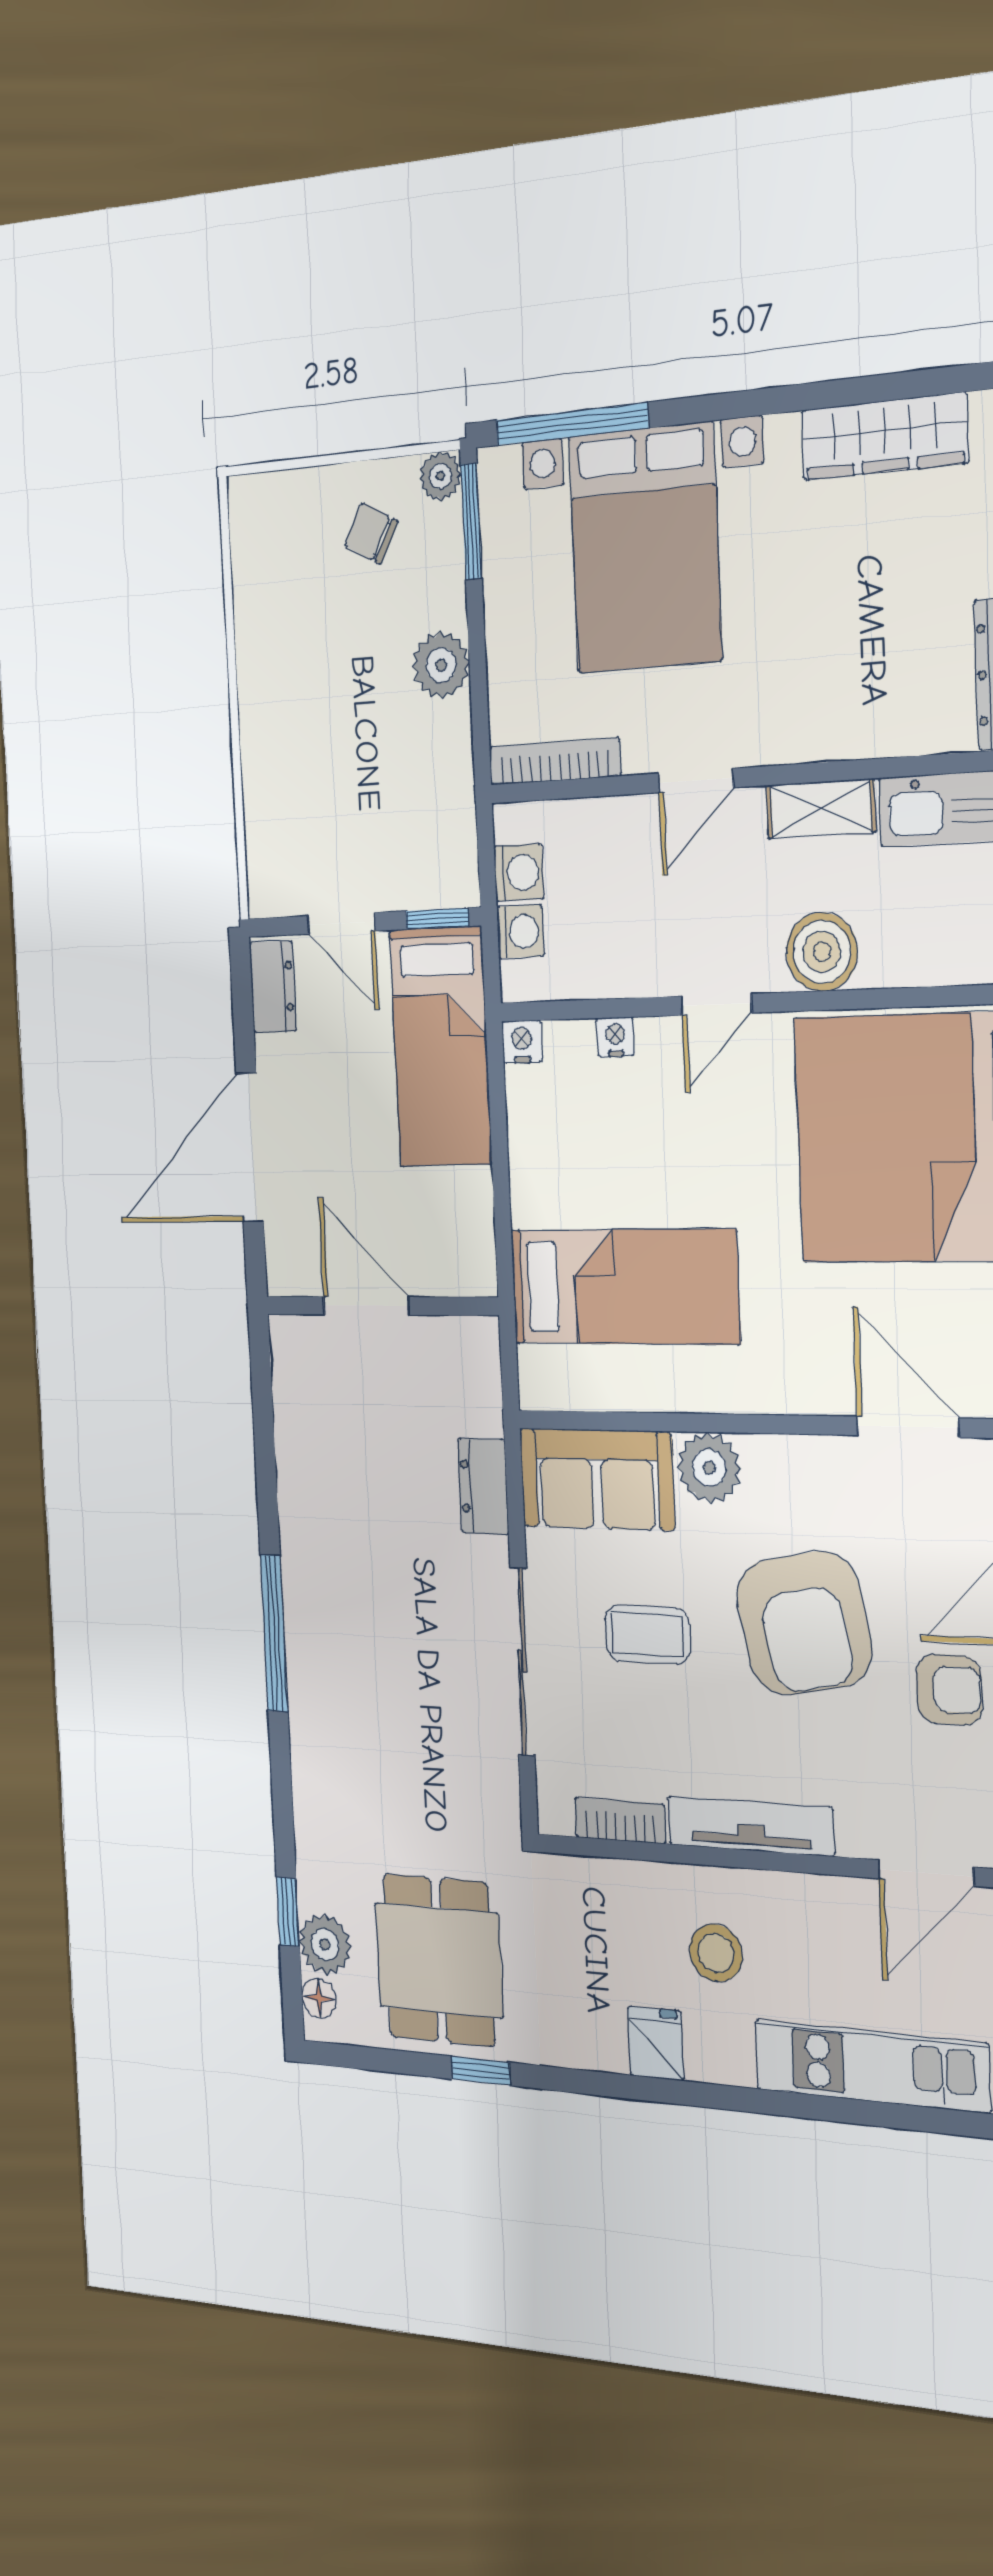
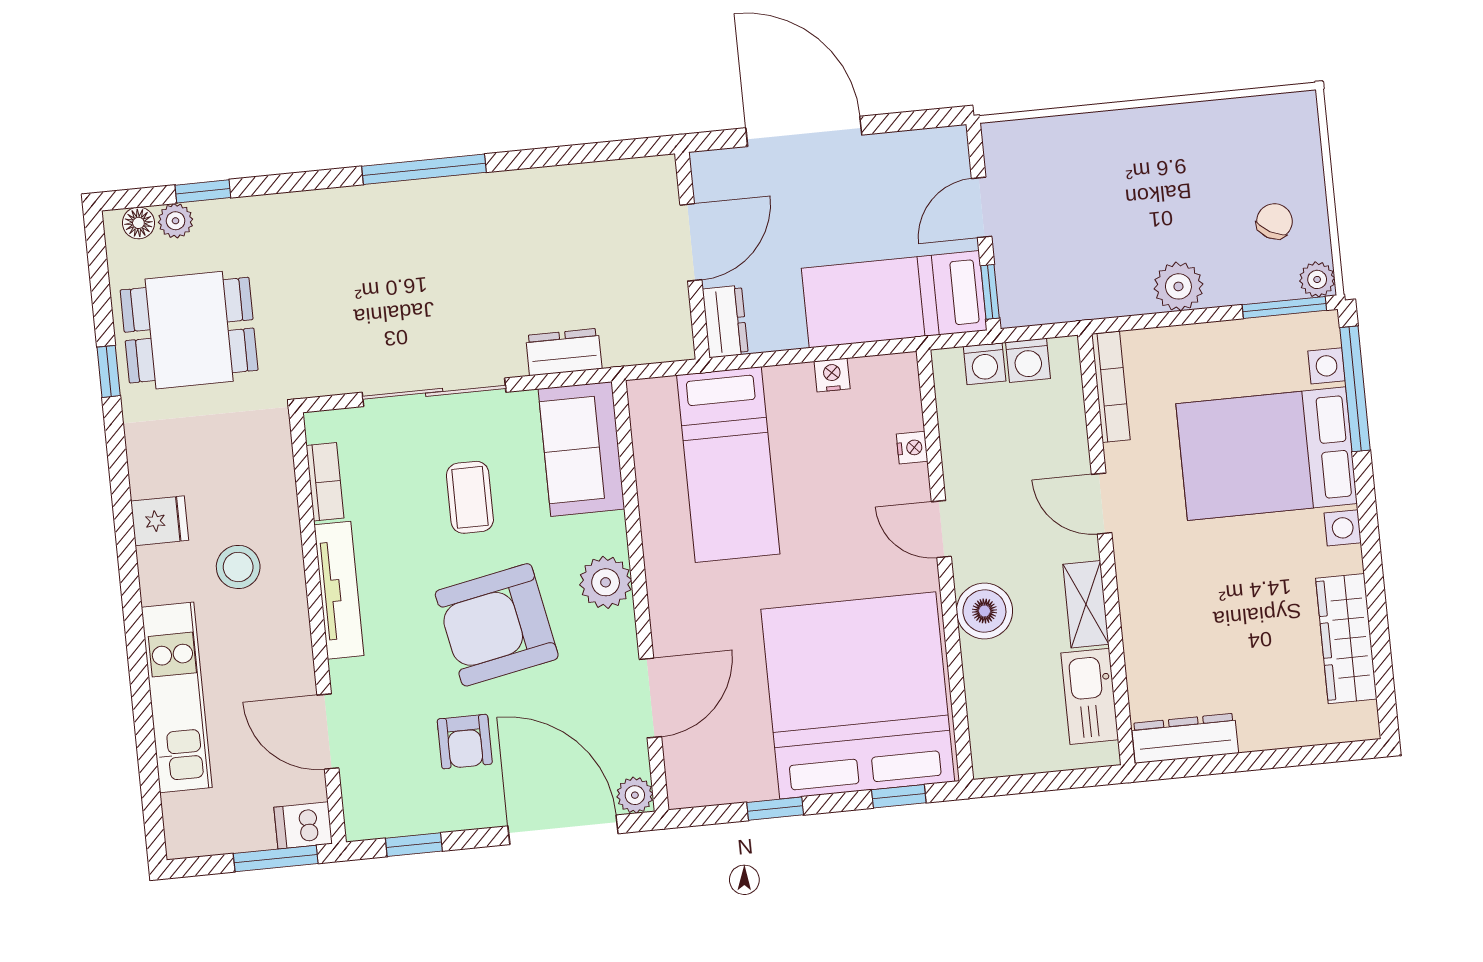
dresser: (273, 987) -> (725, 322), moved, turned -90
nightstand: (522, 1042) -> (832, 375), moved, turned -90
plant: (709, 1468) -> (606, 582), moved
plant: (325, 1944) -> (176, 221), width x0.73, depth x0.73

